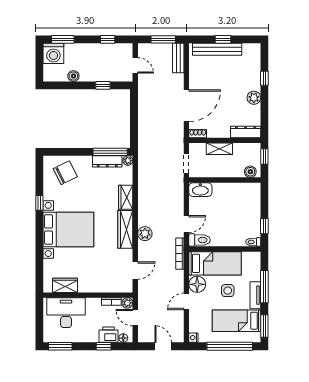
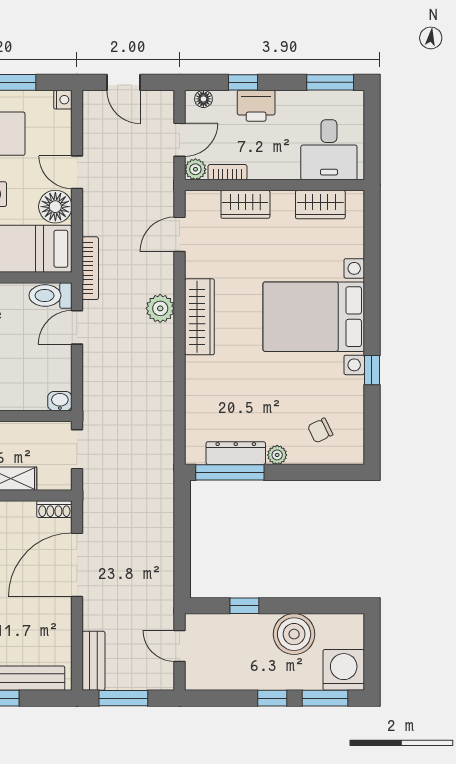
window: (108, 39) -> (272, 698), moved
boiler: (73, 76) -> (294, 634), width x1.86, depth x1.86
plant: (128, 161) -> (277, 455), moved
chair: (65, 173) -> (320, 430), width x0.54, depth x0.54
washbasin: (200, 190) -> (60, 401), width x0.52, depth x0.69
wardrobe: (126, 197) -> (245, 204), moved, turned 90
door: (186, 301) -> (77, 172), swing flipped
desk: (66, 313) -> (329, 150), width x0.73
door: (135, 318) -> (180, 140), hinge flipped
printer: (109, 335) -> (256, 106), moved

